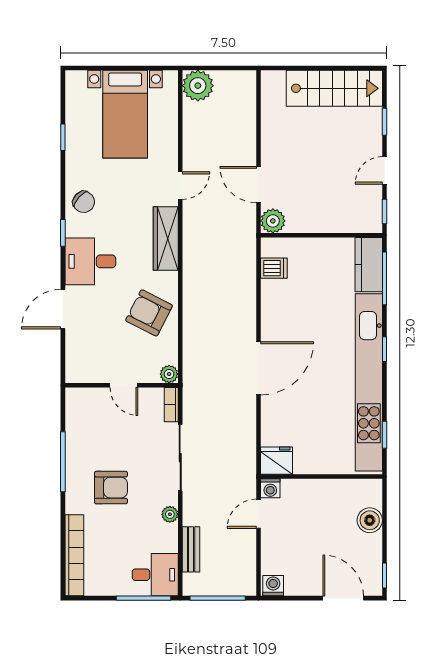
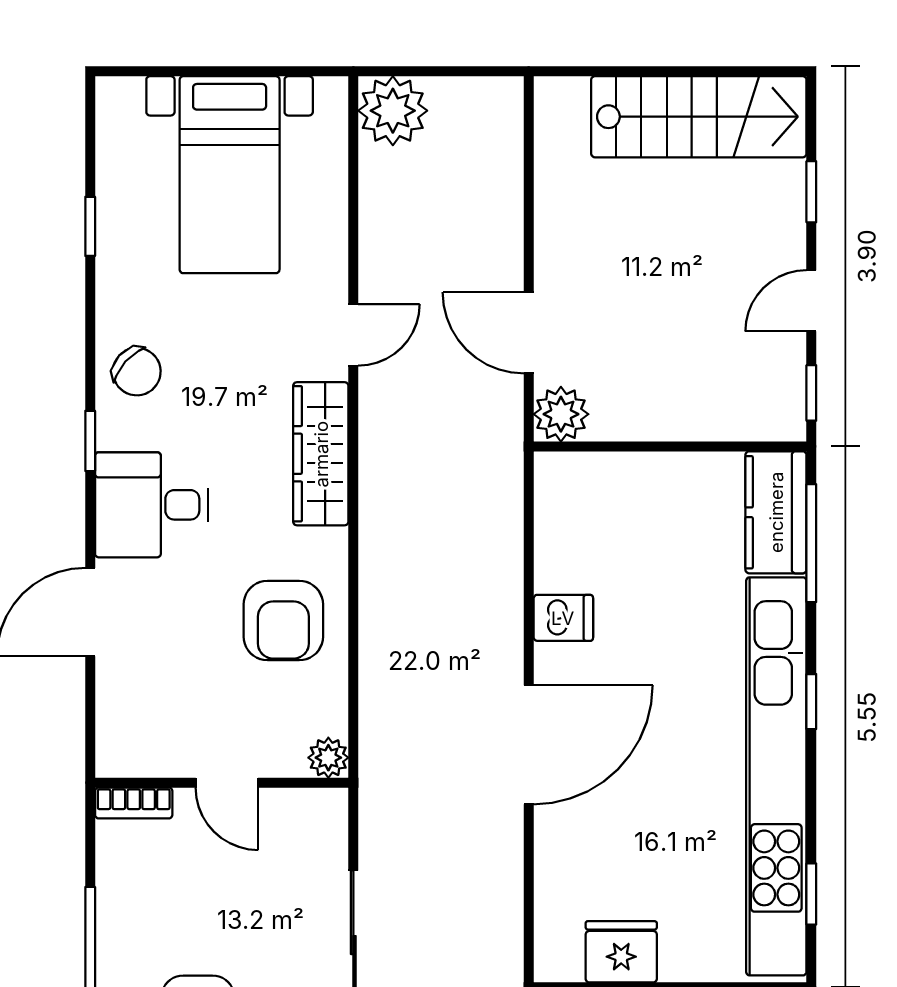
dishwasher: (274, 268) -> (563, 618), moved
armchair: (149, 313) -> (283, 621), turned -117
bookcase: (171, 405) -> (134, 803), moved, turned -90
fridge: (277, 461) -> (621, 952), moved

